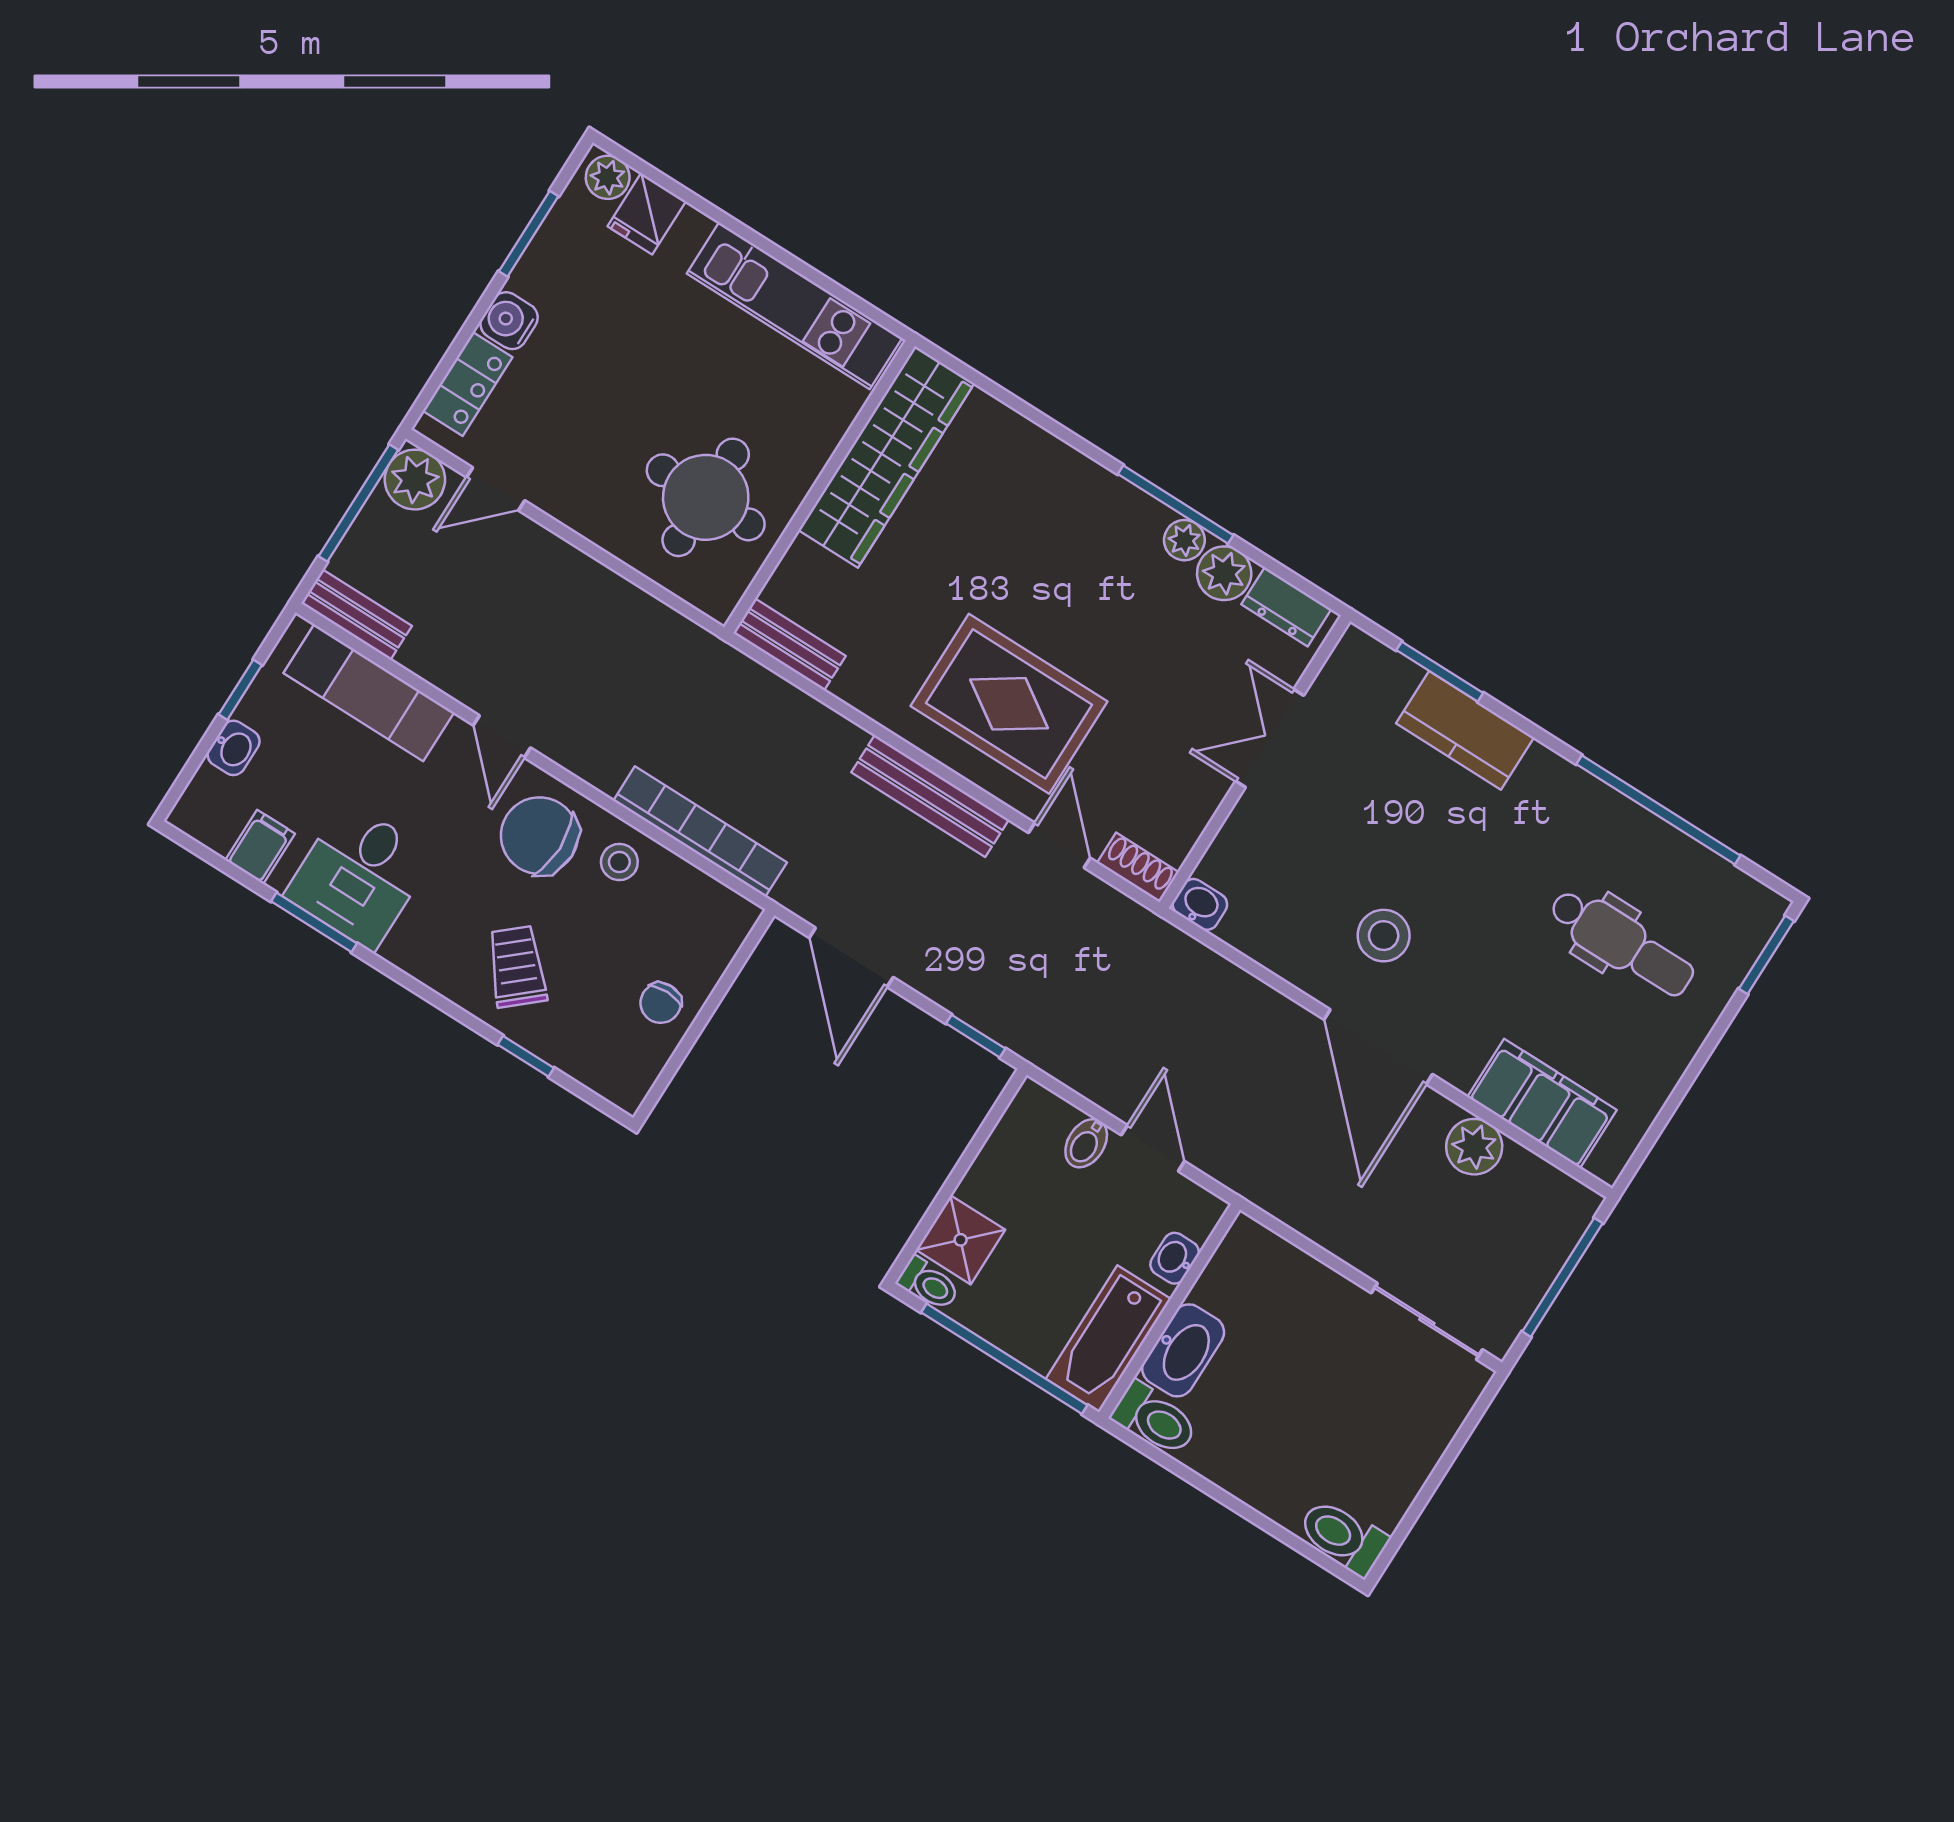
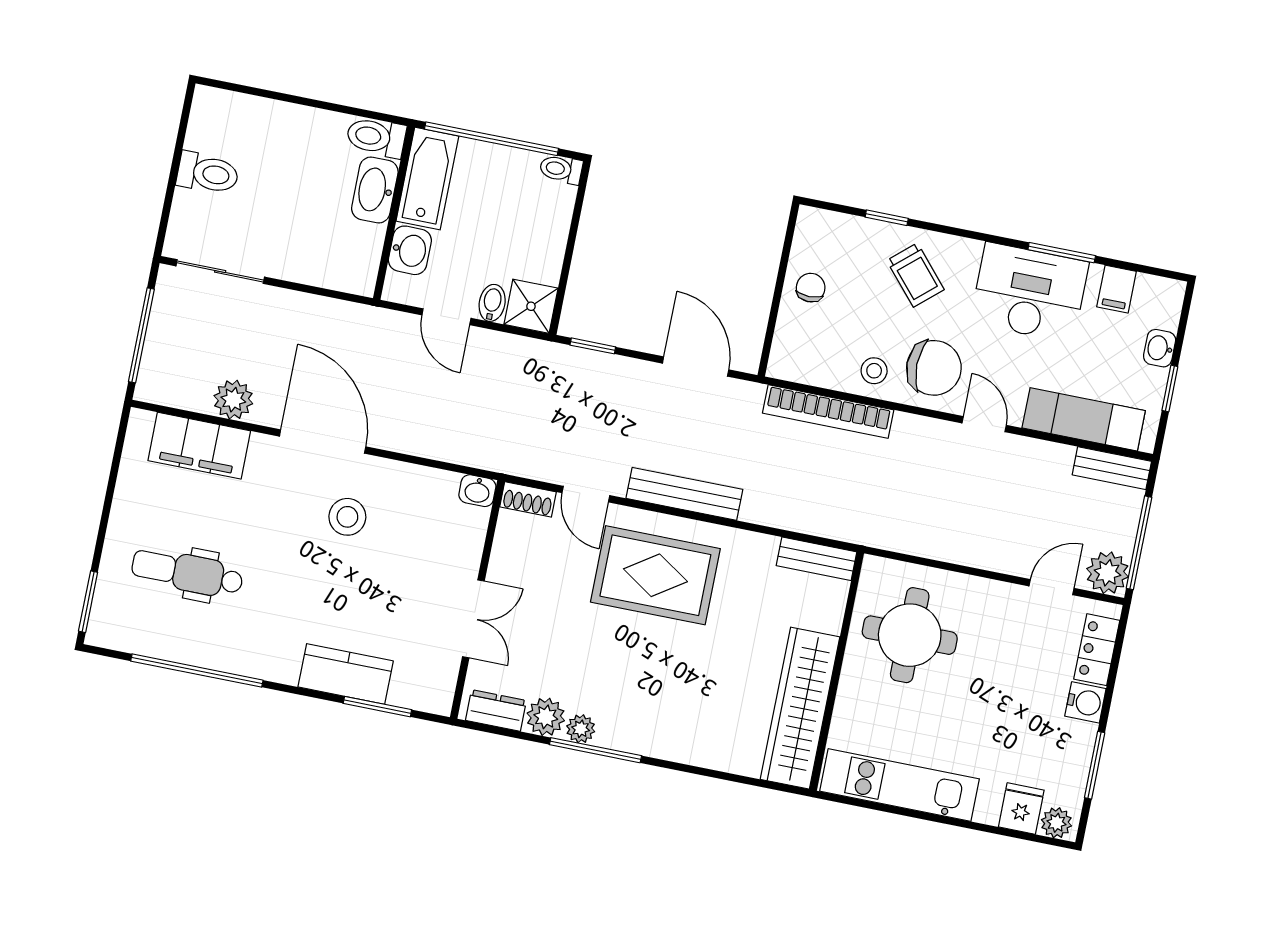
desk: (359, 876) -> (1029, 293), width x1.37
shower: (961, 1240) -> (531, 306), moved
washbasin: (1175, 1258) -> (410, 250), width x1.38, depth x1.45
toilet: (1343, 1537) -> (208, 173), moved

